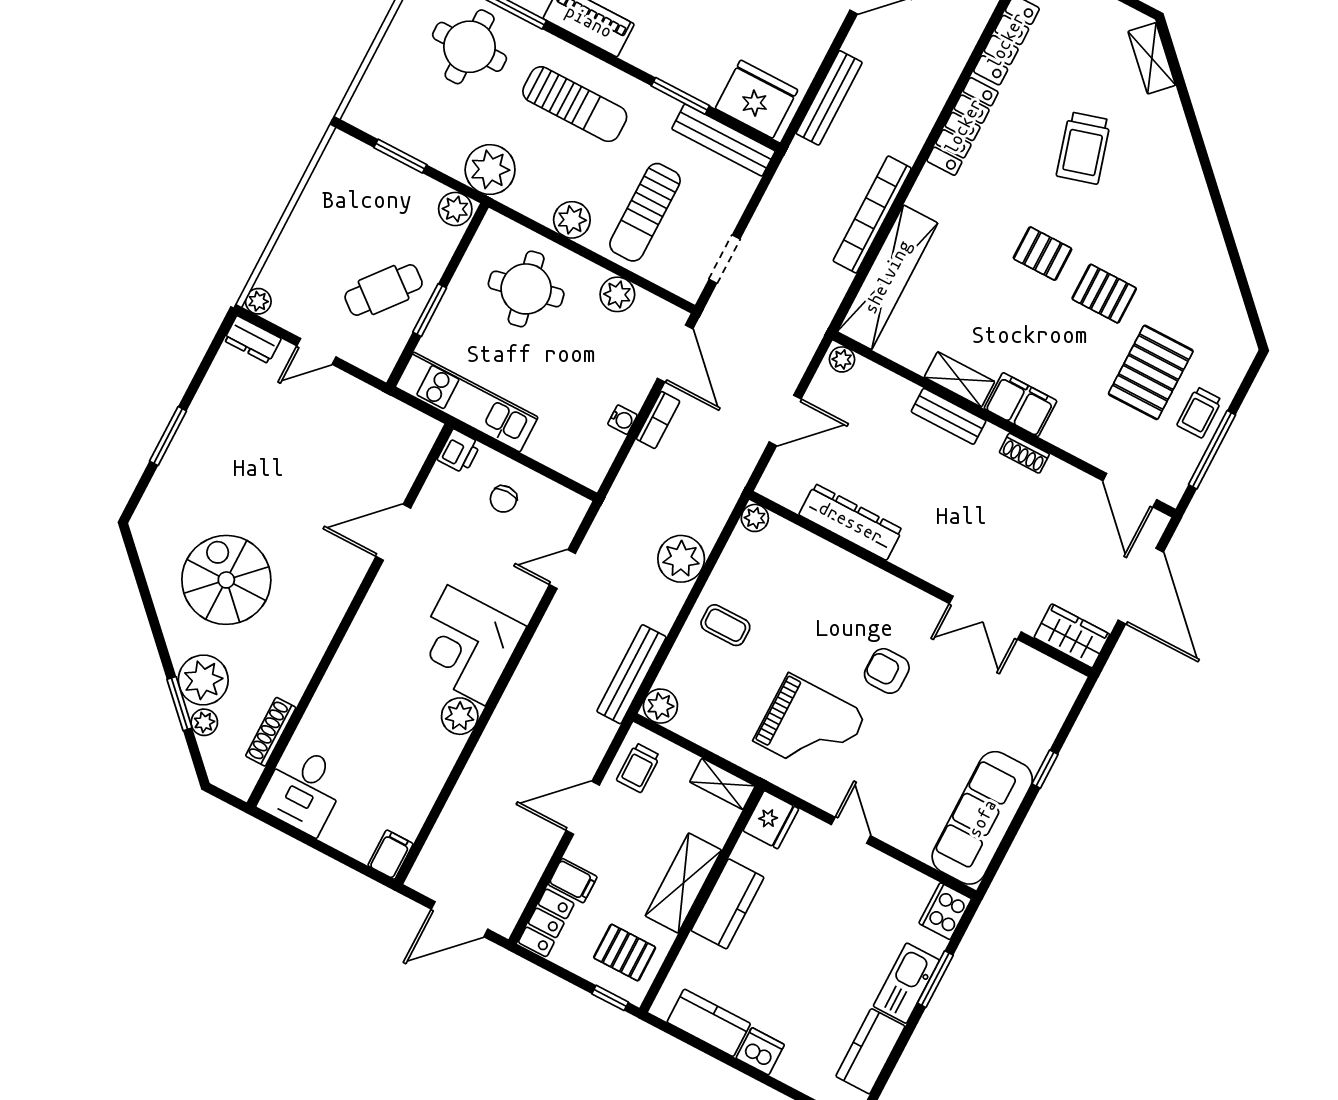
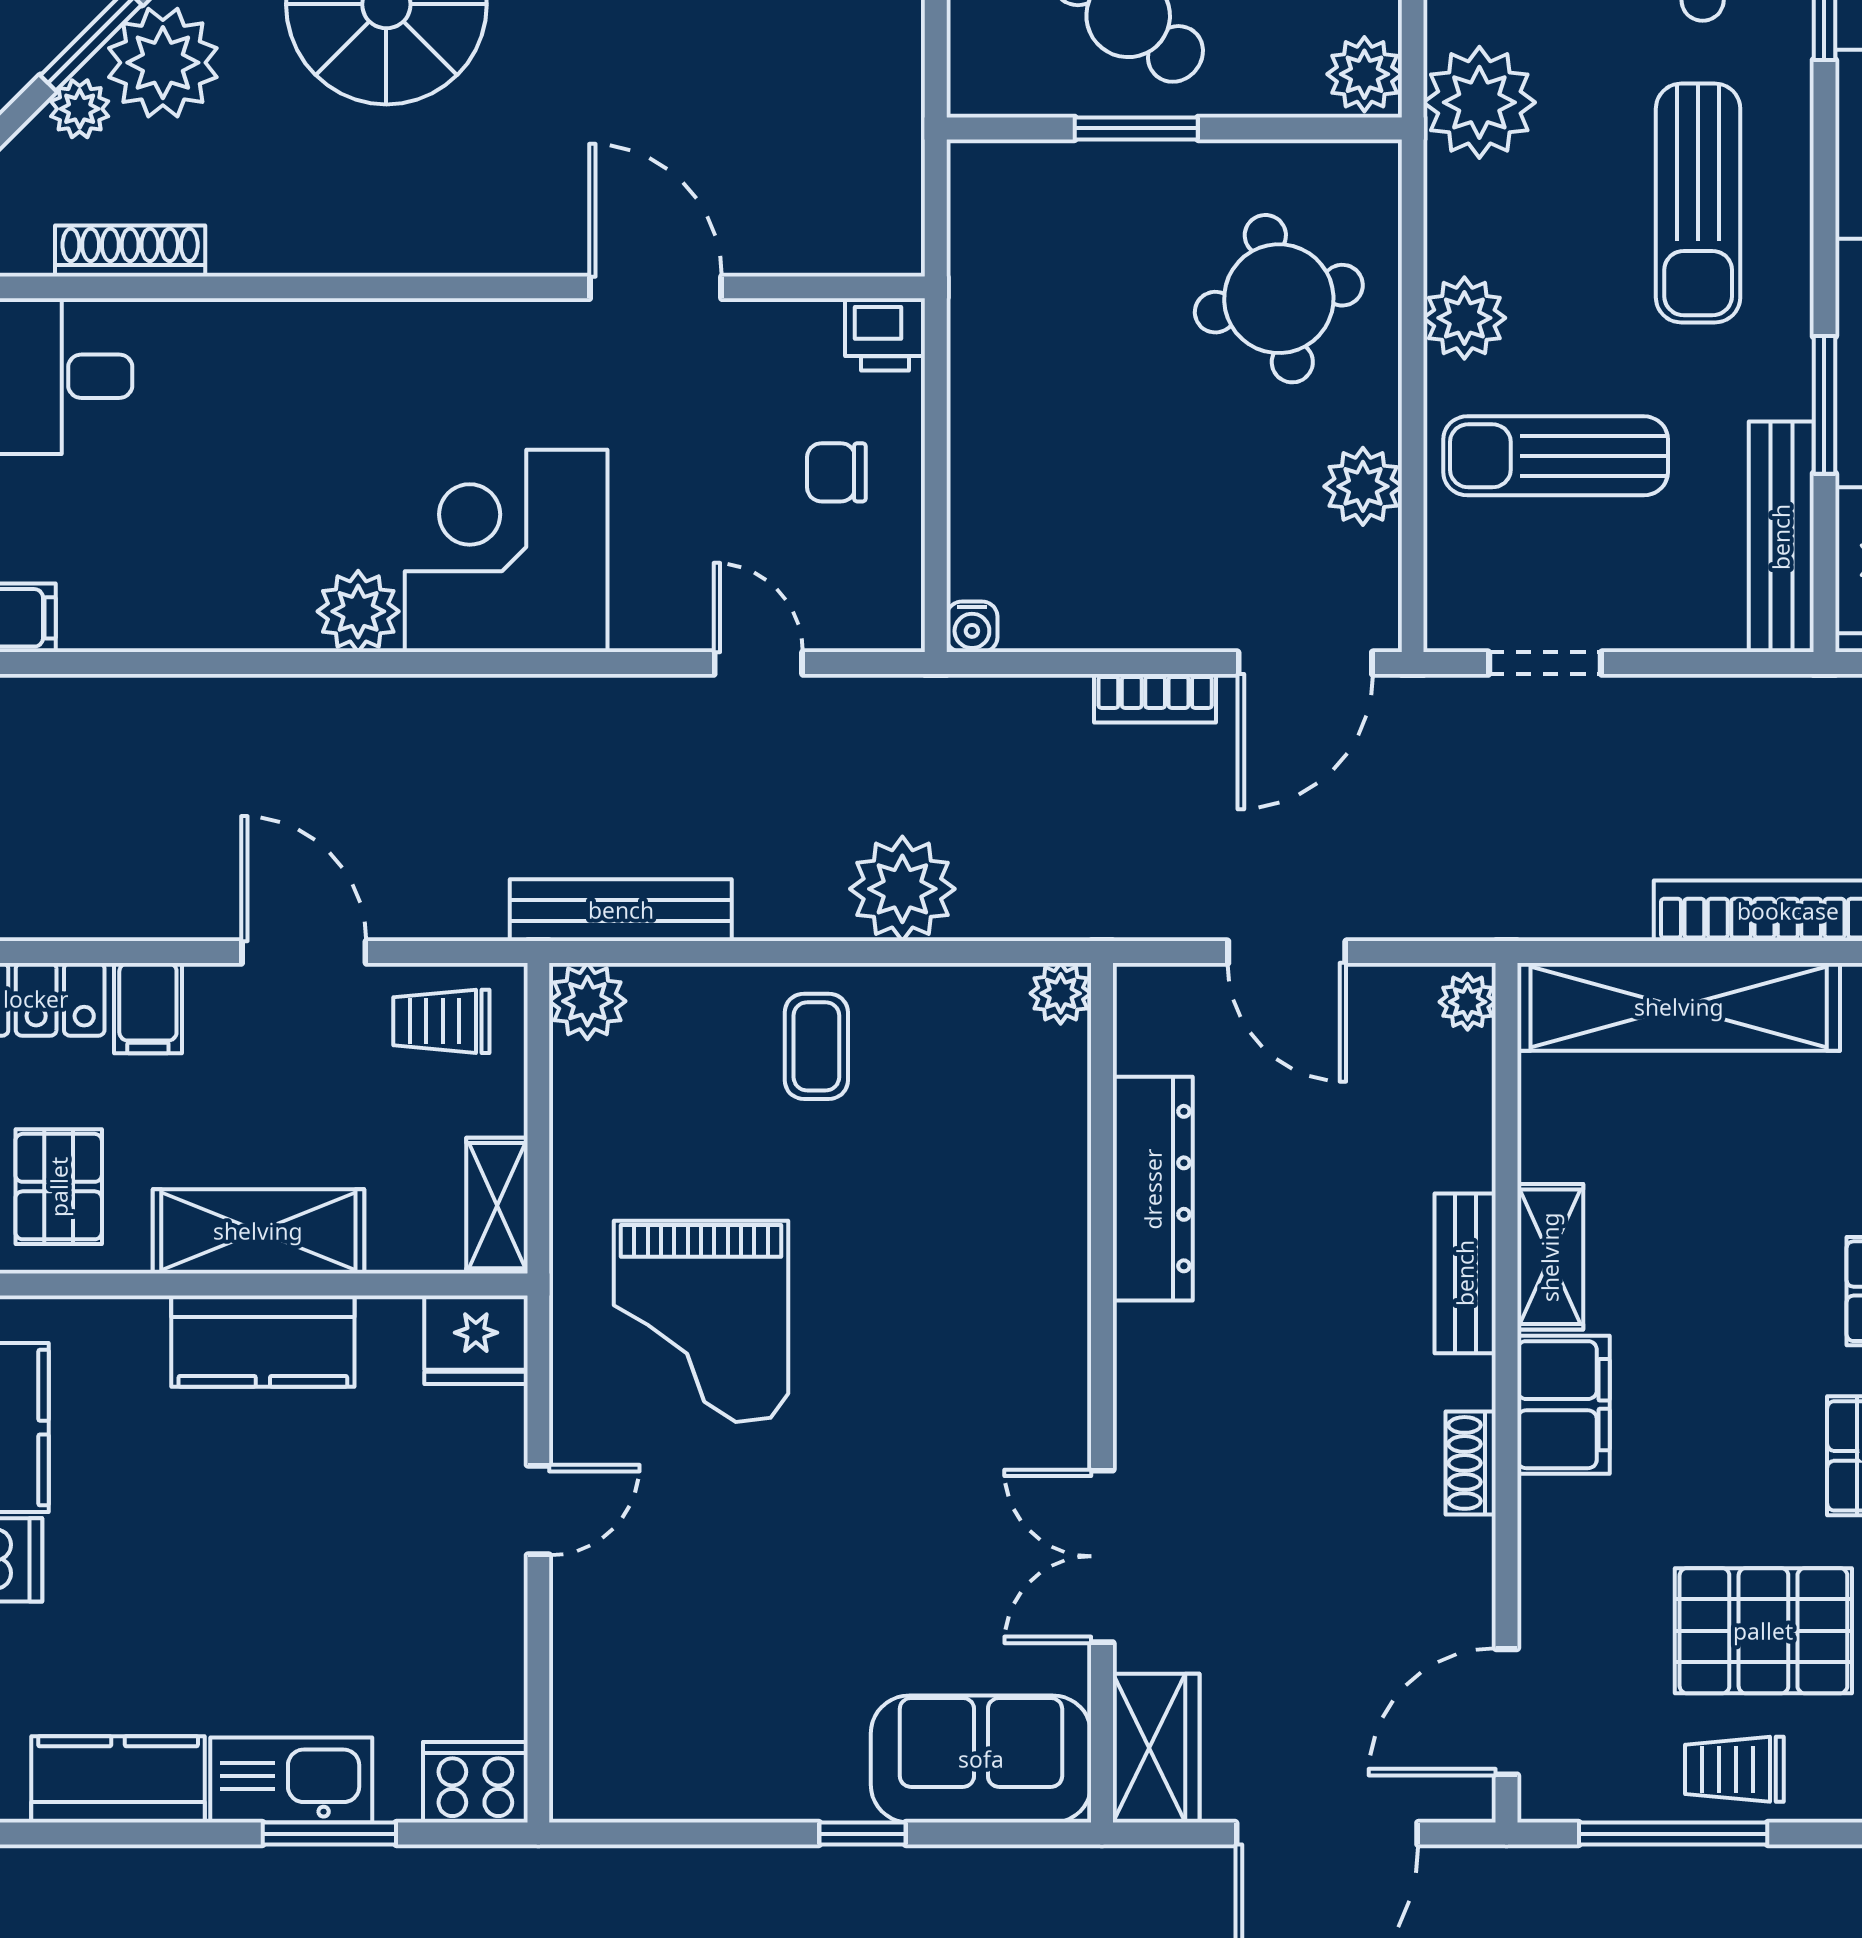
kitchen unit: (467, 402) -> (991, 298), removed
water cooler: (622, 420) -> (972, 627), moved
armchair: (887, 671) -> (893, 1416), removed
sofa: (982, 818) -> (981, 1759), moved, width x0.73

